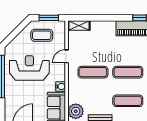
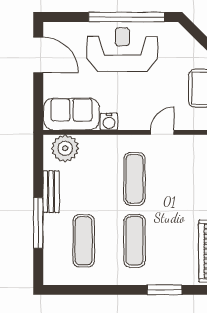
door: (67, 56) -> (162, 132), hinge flipped
reception desk: (29, 68) -> (122, 50), moved, turned -90

